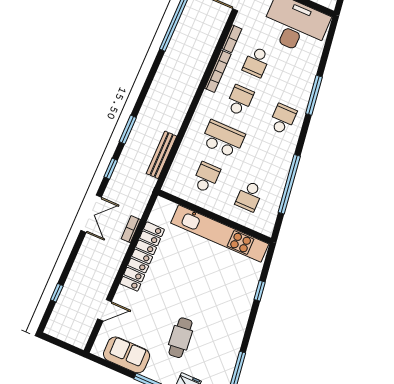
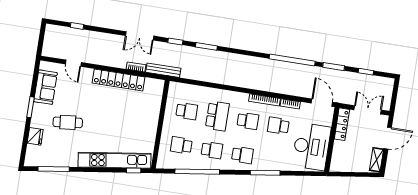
bench: (162, 155) -> (163, 70), moved
school desk: (266, 158) -> (212, 150), added
kitchen unit: (220, 234) -> (115, 160), moved, turned 82
window: (260, 291) -> (134, 170), moved

